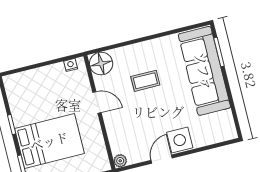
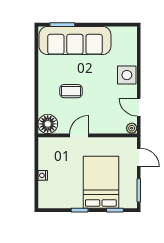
nightstand: (71, 65) -> (43, 175), moved
coffee table: (145, 81) -> (71, 91), turned 90
door: (162, 159) -> (139, 107), moved

